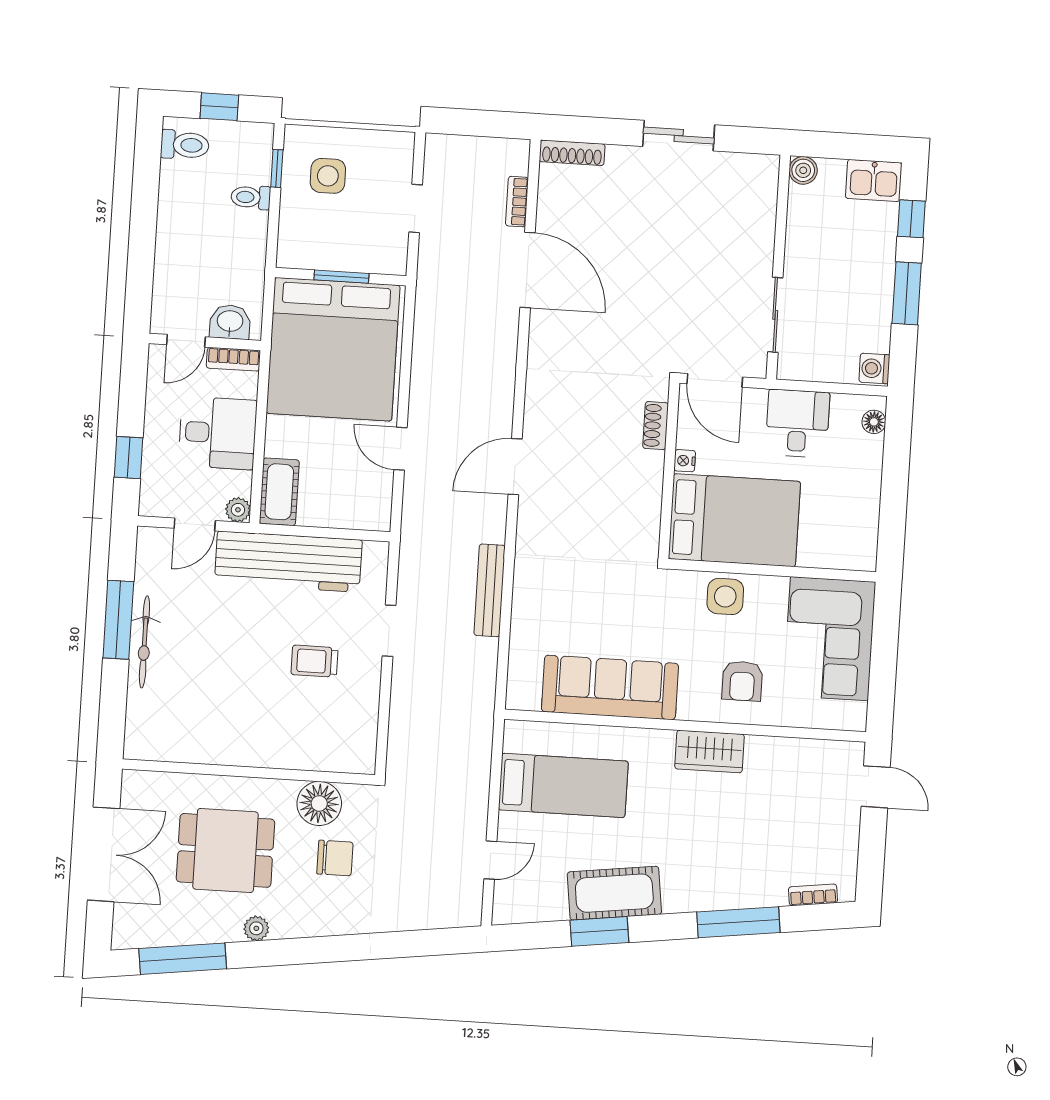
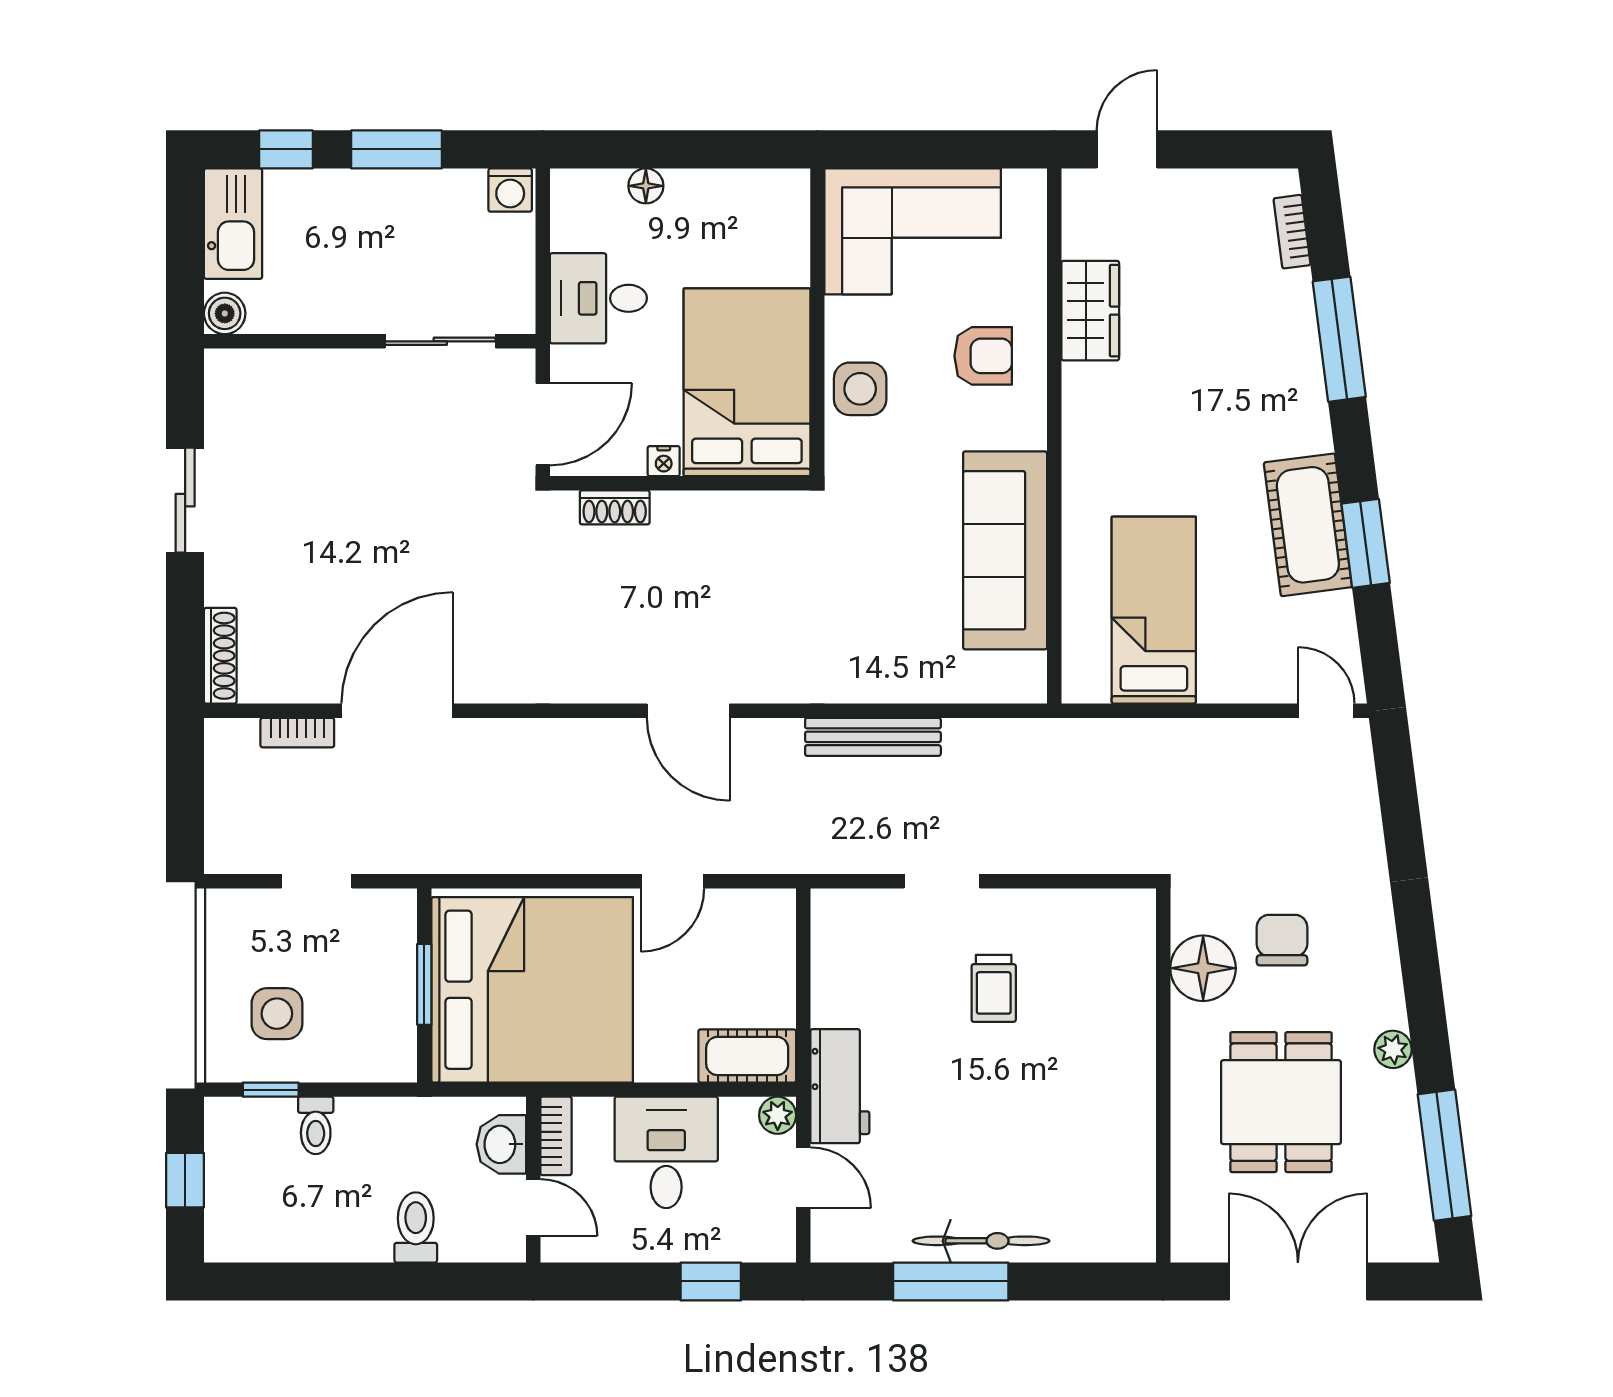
toilet: (185, 145) -> (416, 1227), moved
kitchen sink: (874, 180) -> (233, 224), width x1.38
floor lamp: (874, 422) -> (646, 186), moved
workbench: (288, 562) -> (840, 1086), width x0.53, depth x0.76
wardrobe: (710, 752) -> (1090, 311), moved
door: (490, 860) -> (1326, 711), moved

